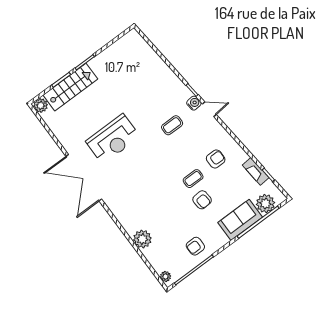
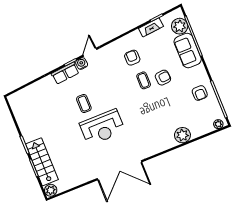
row of seats: (178, 87) -> (65, 73), added
coffee table: (172, 125) -> (84, 104), moved
reception desk: (113, 139) -> (102, 127), moved, turned 90

